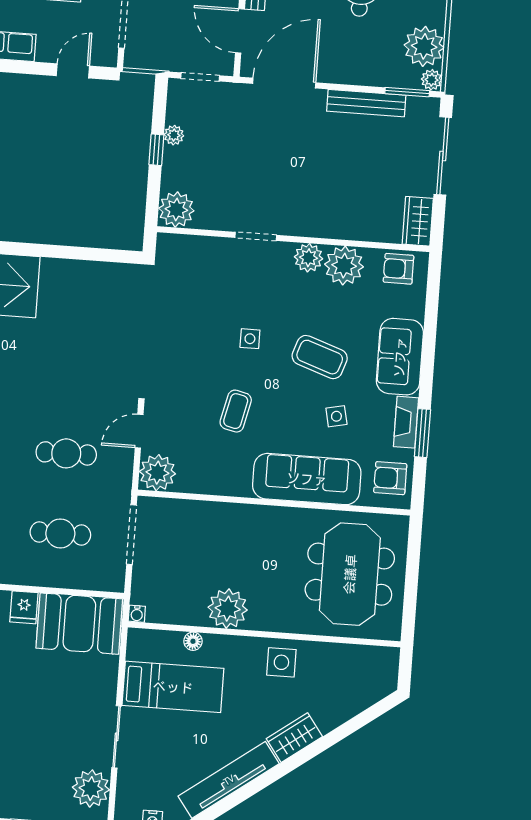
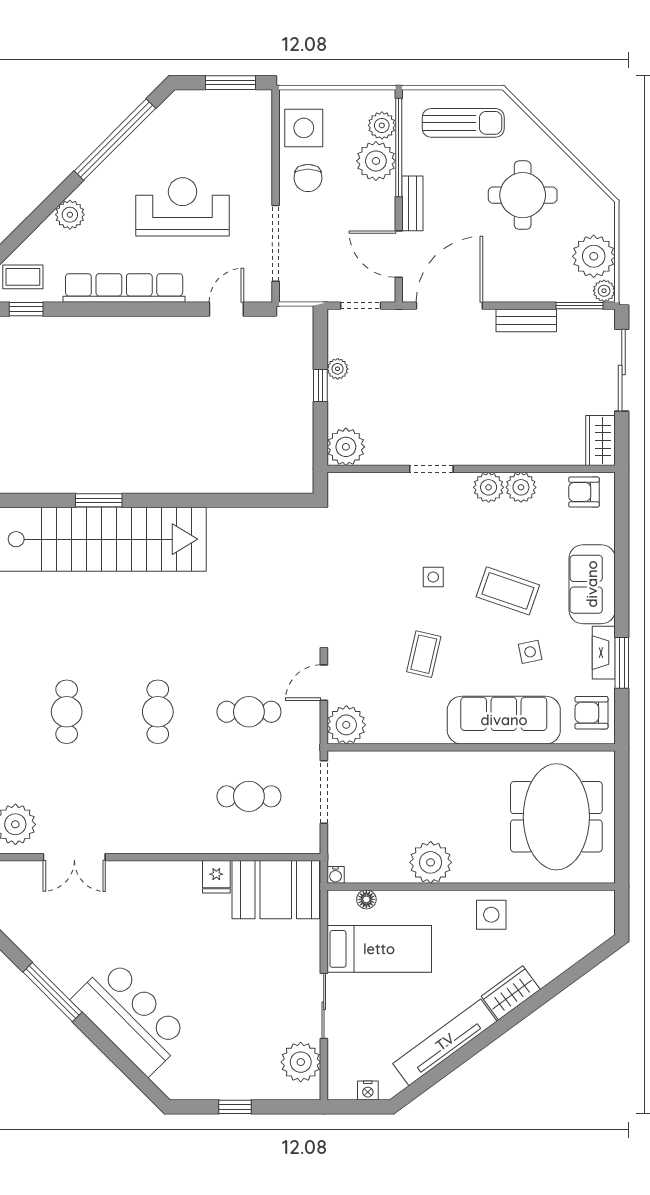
bench: (366, 103) -> (526, 320), width x0.73
plant: (344, 266) -> (521, 487), width x0.73, depth x0.73
floor lamp: (193, 641) -> (366, 899), moved

